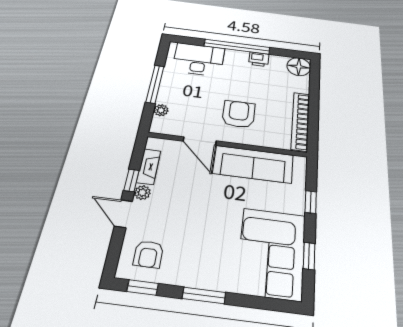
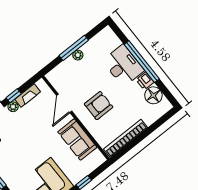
desk: (199, 59) -> (123, 66), moved
floor lamp: (299, 67) -> (153, 95), moved
plant: (161, 110) -> (78, 55), moved
sofa: (253, 164) -> (77, 139), width x0.73

